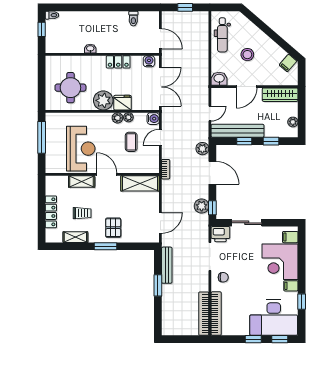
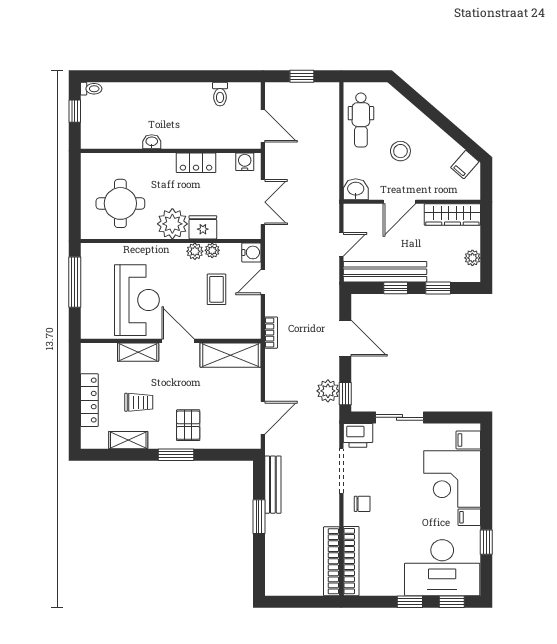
double door: (160, 87) -> (263, 202), width x0.73
plant: (202, 149) -> (329, 300), removed

